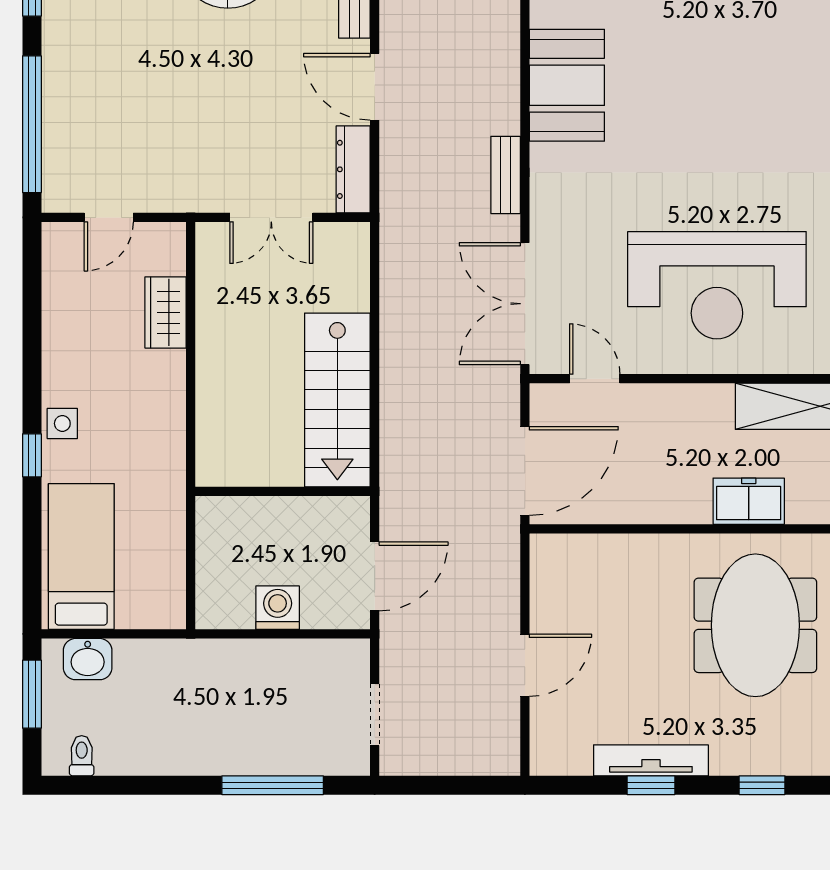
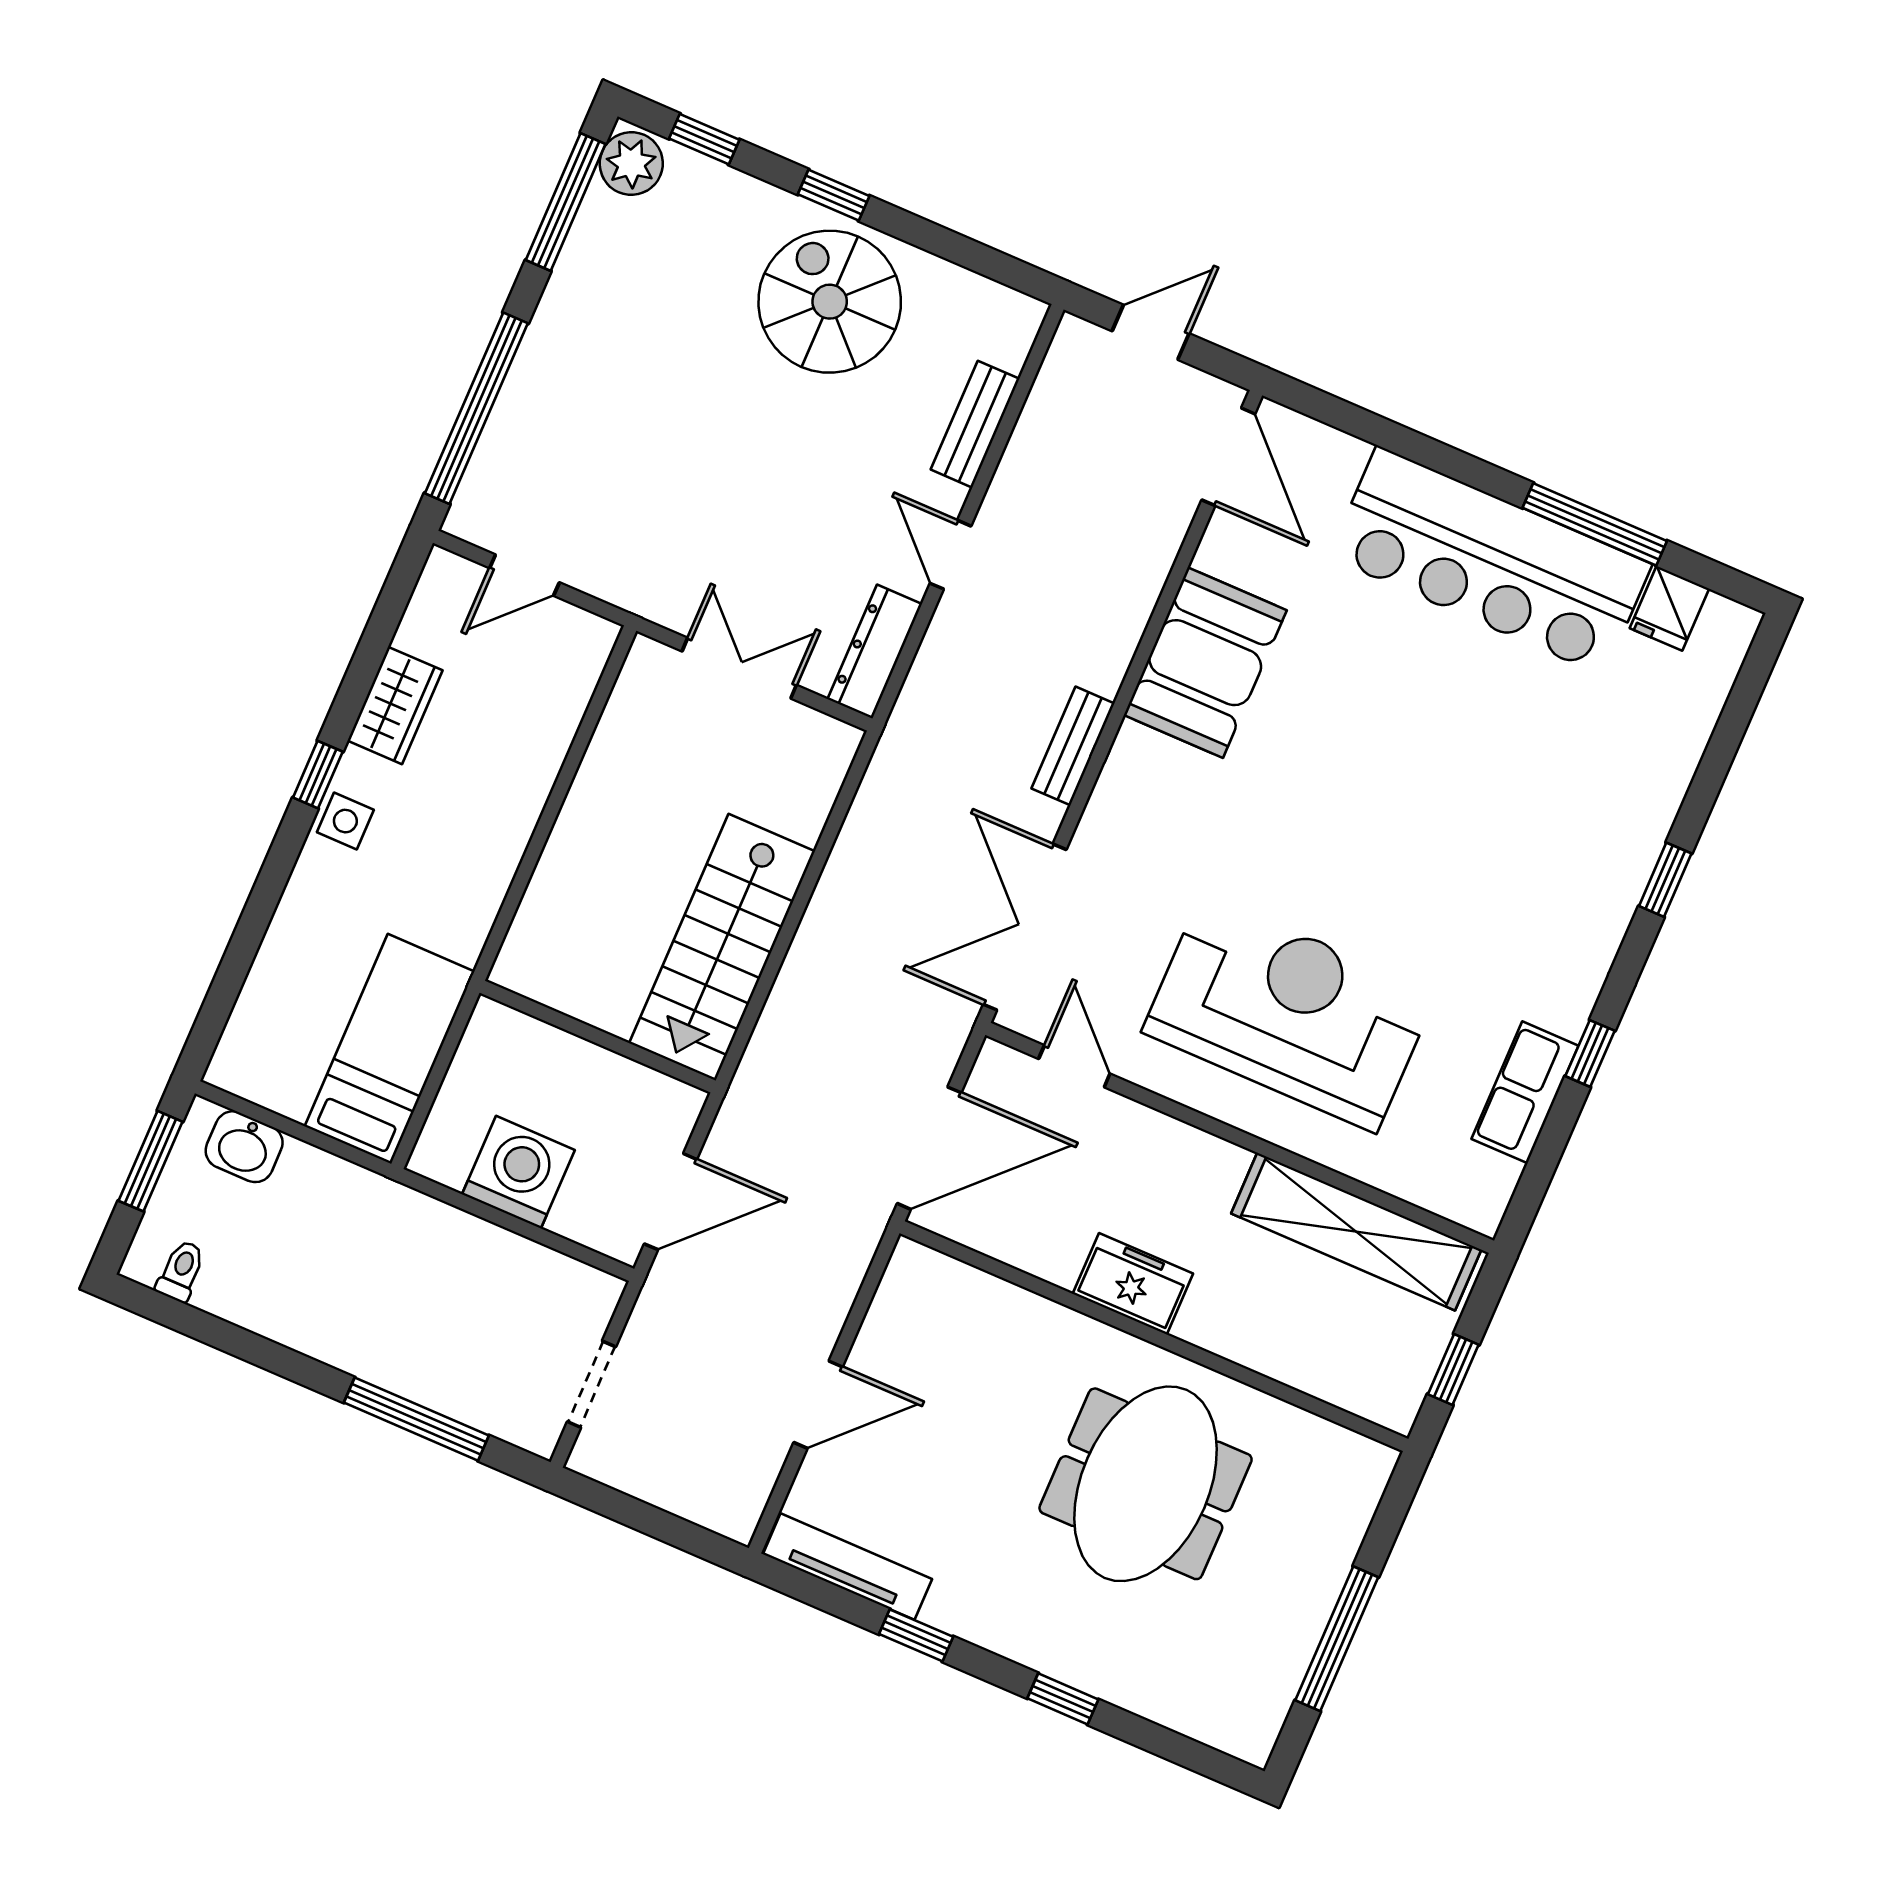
door: (375, 87) -> (950, 555), width x0.73
double door: (271, 217) -> (739, 668), swing flipped
reception desk: (717, 285) -> (1289, 1013), turned 180
wardrobe: (166, 312) -> (395, 705), moved, turned 180
window: (32, 455) -> (318, 775), moved
freezer: (749, 501) -> (1133, 1284), moved
bed: (81, 557) -> (390, 1049), moved
washing machine: (278, 608) -> (518, 1172), width x1.37, depth x1.37
tv unit: (651, 760) -> (847, 1567), moved

